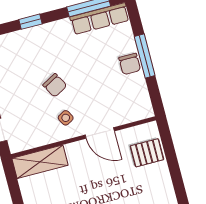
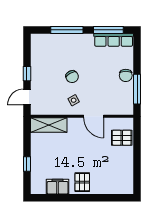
window: (30, 22) -> (67, 30), width x2.17
window: (145, 56) -> (137, 89), moved

